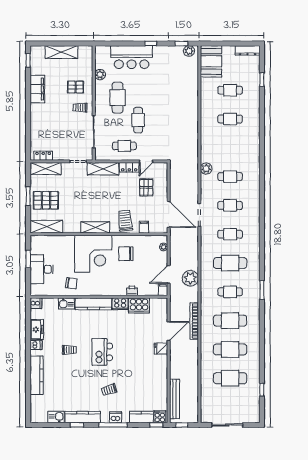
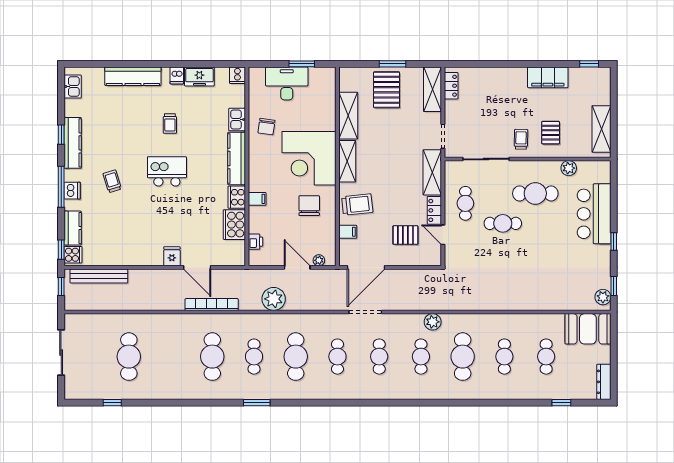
shelving: (61, 52) -> (601, 129), moved
shelving: (46, 227) -> (348, 116), moved
door: (169, 274) -> (297, 267), moved
filing cabinet: (163, 290) -> (257, 199), moved
printer: (132, 291) -> (255, 242), moved
cafe table: (230, 349) -> (463, 357), moved
kitchen sink: (56, 417) -> (73, 86), moved

